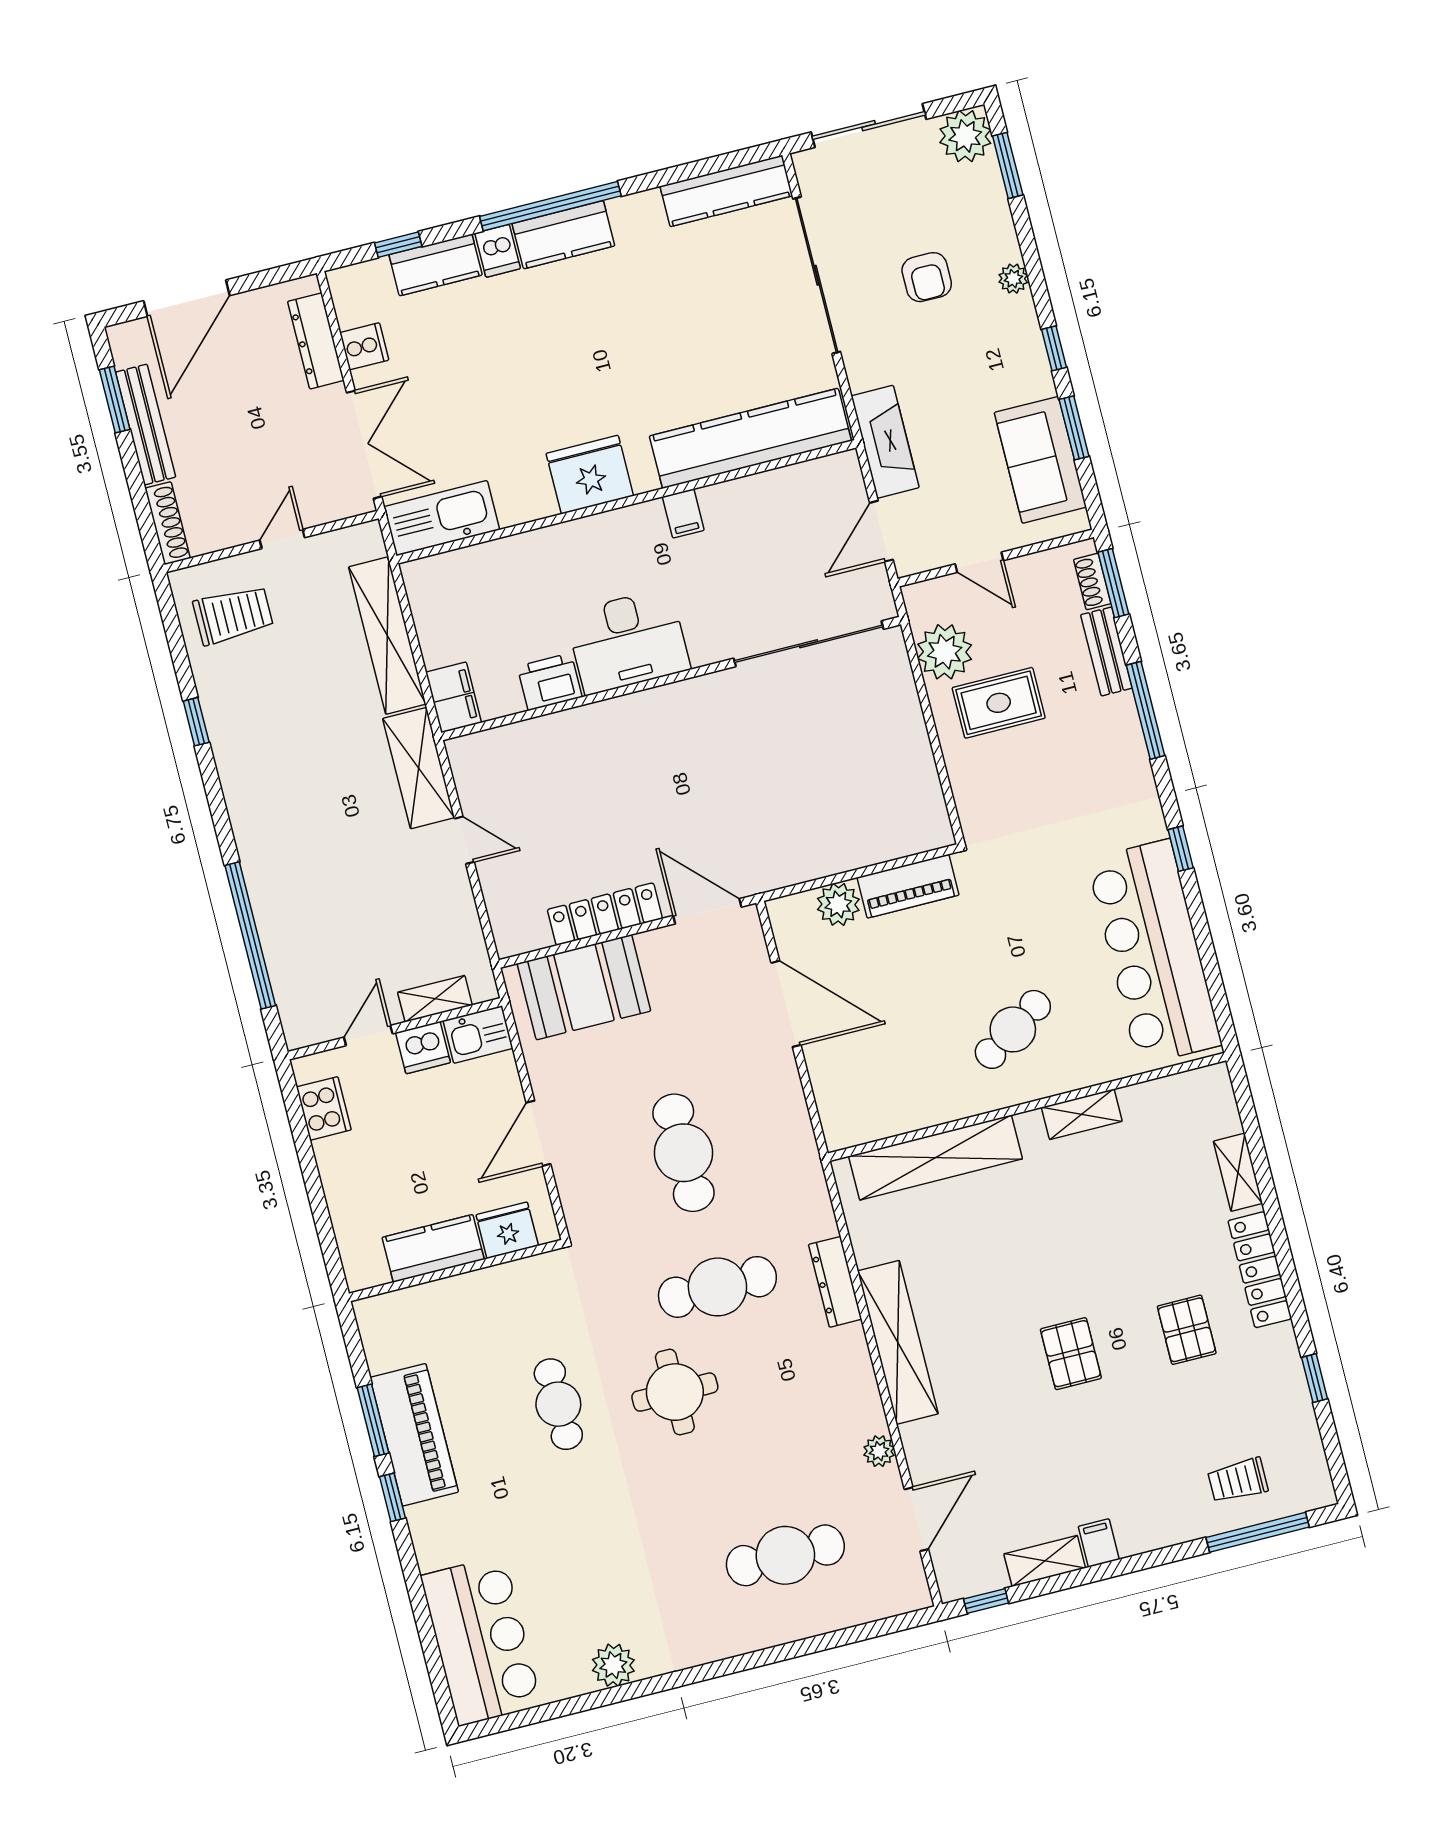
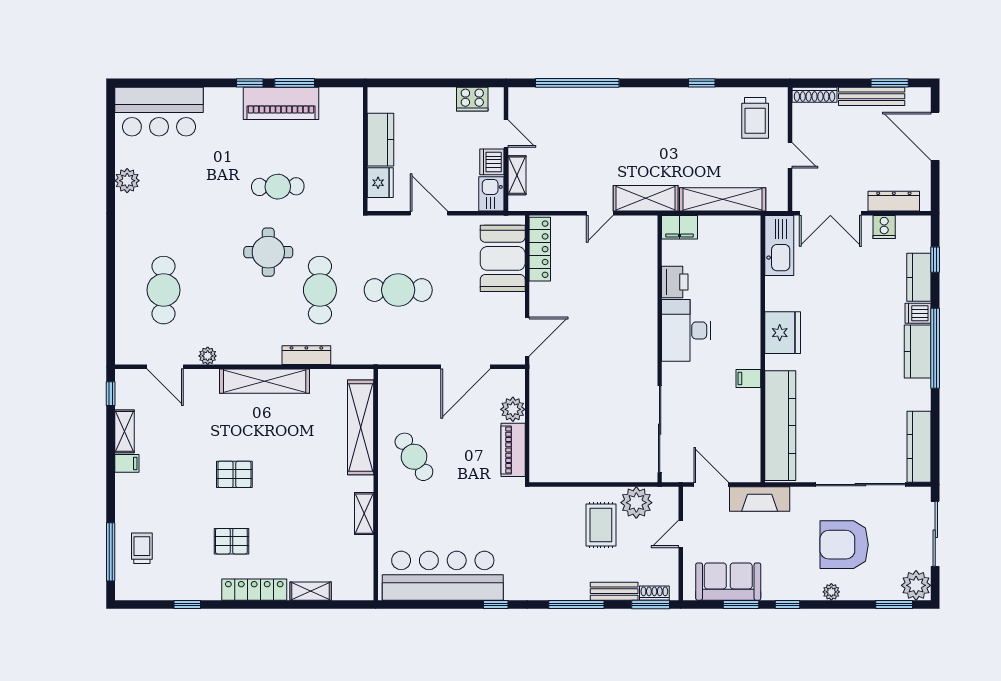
armchair: (927, 277) -> (844, 545), width x1.88, depth x1.88
locker: (605, 914) -> (540, 249), moved
cafe table: (1013, 1029) -> (414, 457), moved

